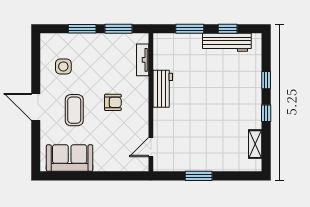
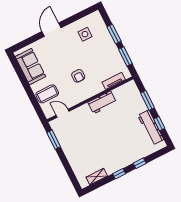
coffee table: (74, 110) -> (47, 94), moved
window: (199, 176) -> (54, 140), moved

